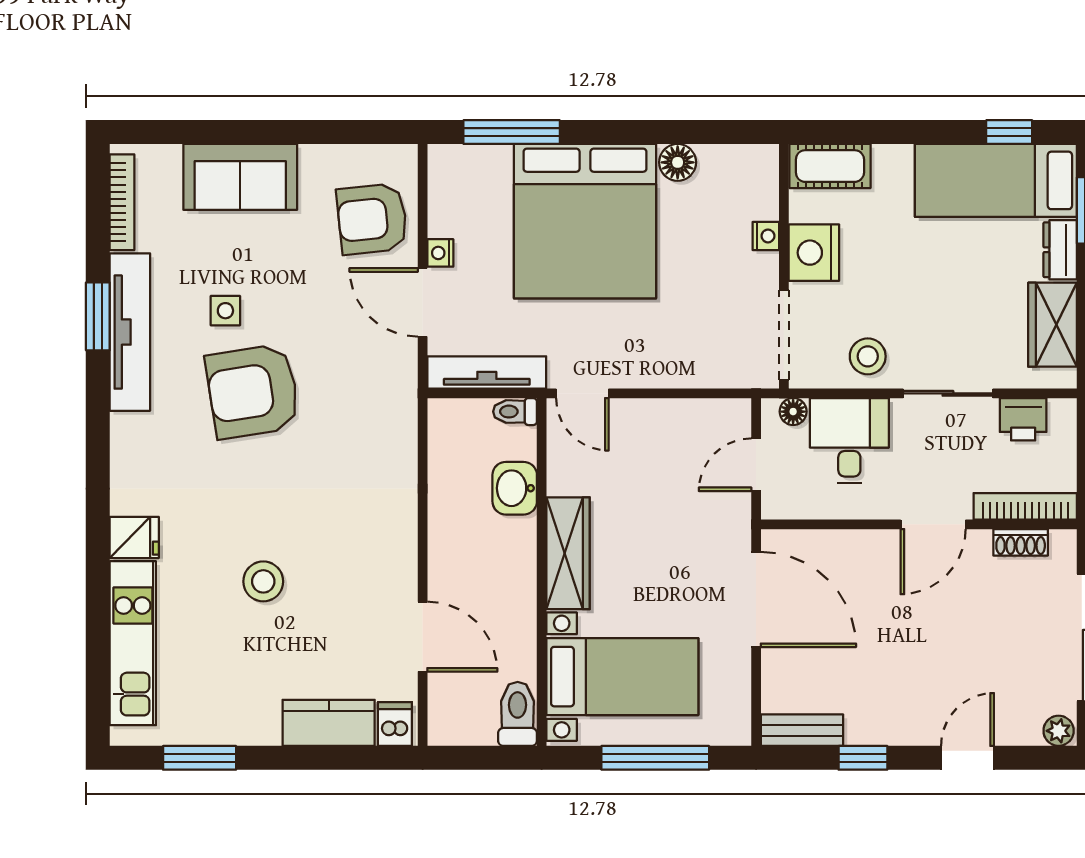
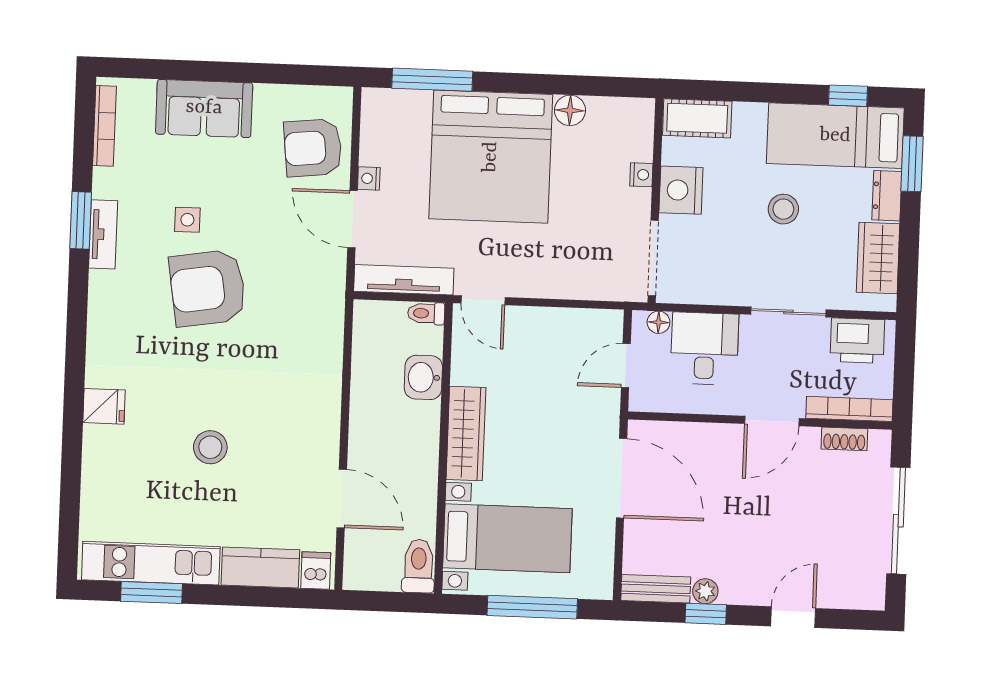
tv unit: (130, 332) -> (103, 234), width x0.52, depth x0.78
stool: (868, 356) -> (783, 209), moved
printer: (1023, 419) -> (857, 341), width x1.36, depth x1.24
kitchen unit: (133, 643) -> (151, 563), moved, turned -90
plant: (1059, 731) -> (705, 591), moved

